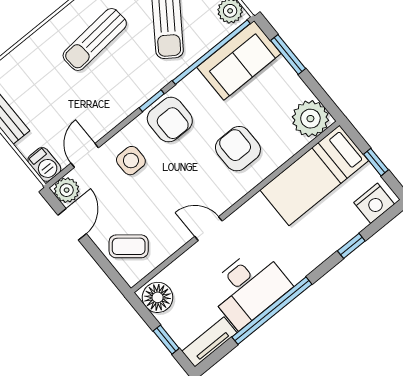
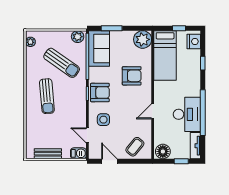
armchair: (238, 149) -> (132, 76), turned 180
plant: (67, 190) -> (95, 153), removed

